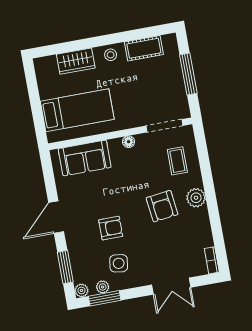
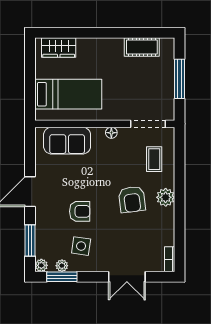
stool: (111, 55) -> (109, 47), removed
wardrobe: (76, 61) -> (59, 47), moved

